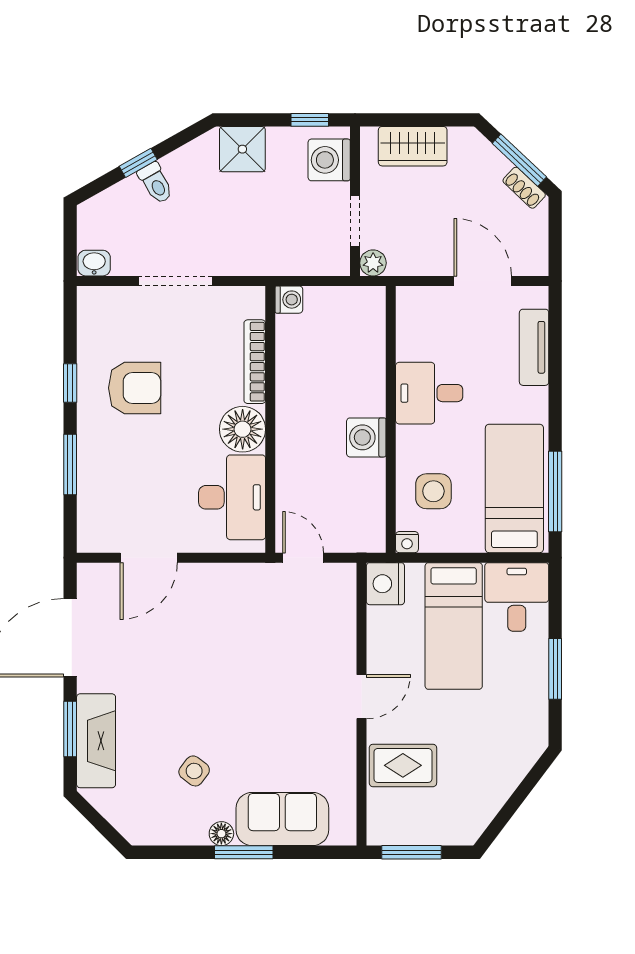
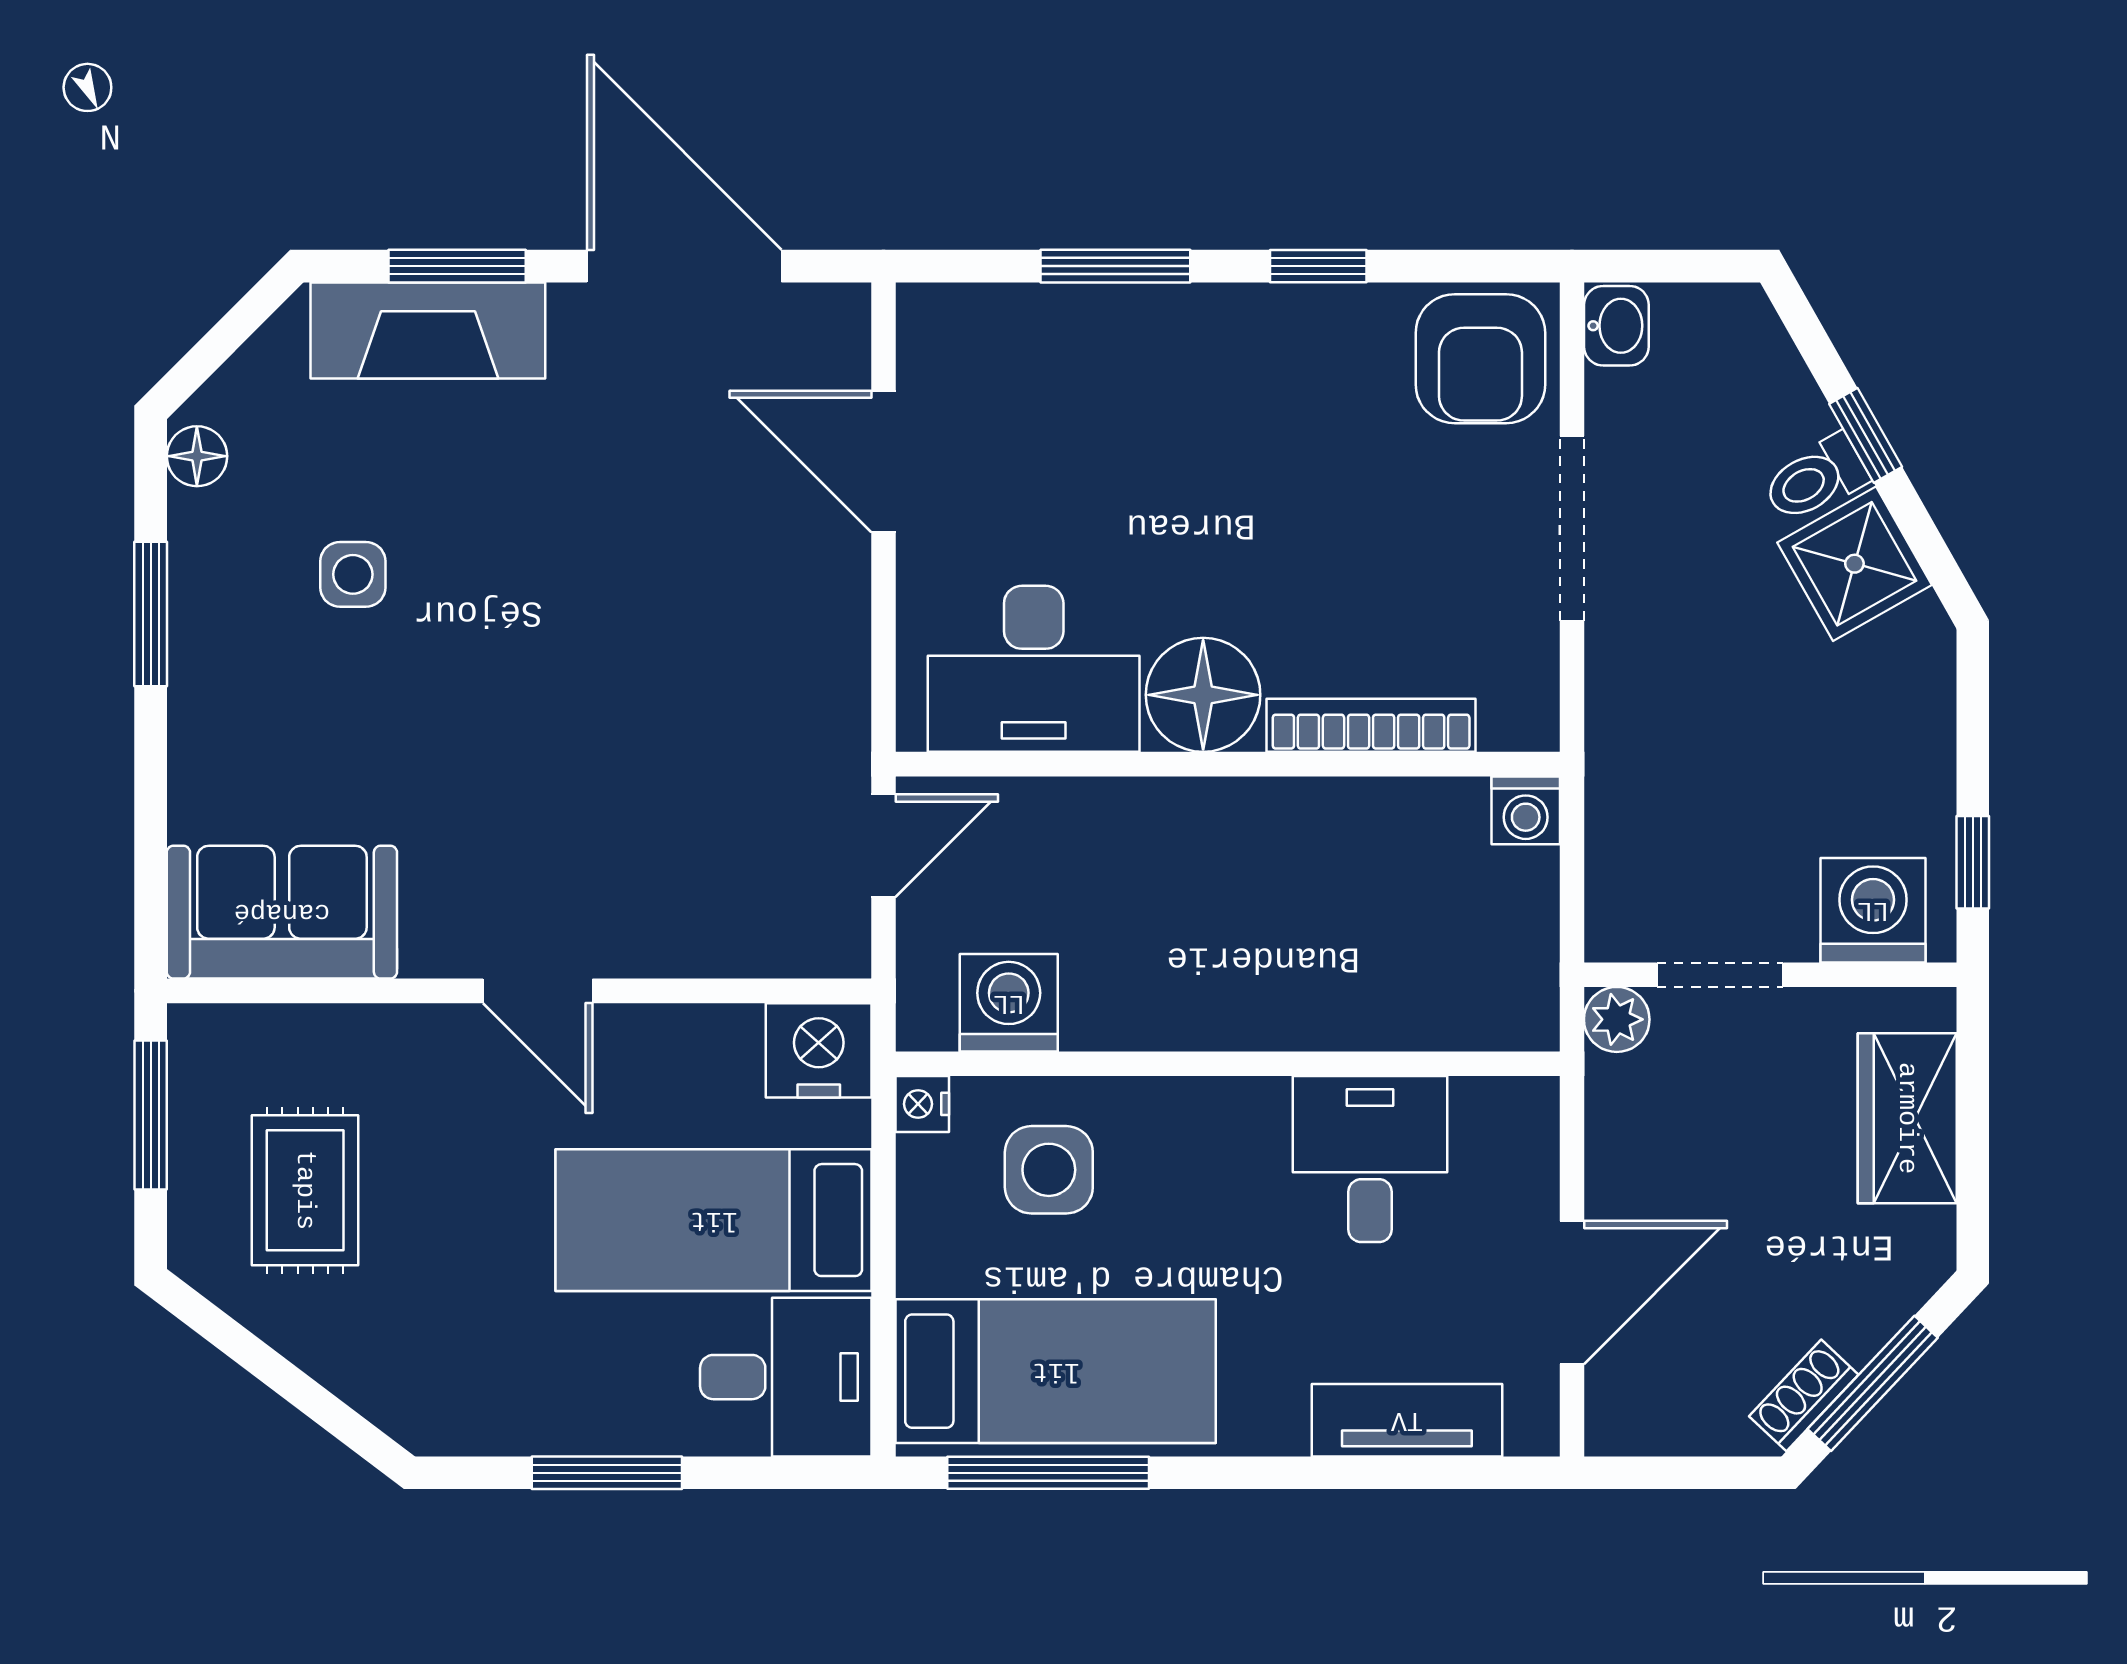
shower: (242, 149) -> (1854, 564), moved, turned -30
armchair: (135, 388) -> (1480, 359), moved
desk: (429, 393) -> (1370, 1159), moved
washing machine: (366, 437) -> (1009, 1003), moved
rug: (403, 765) -> (305, 1190), moved
side table: (194, 771) -> (353, 574), turned -37
sofa: (282, 819) -> (282, 912), moved, turned -90
floor lamp: (221, 834) -> (197, 456), moved
window: (244, 852) -> (151, 614), moved

